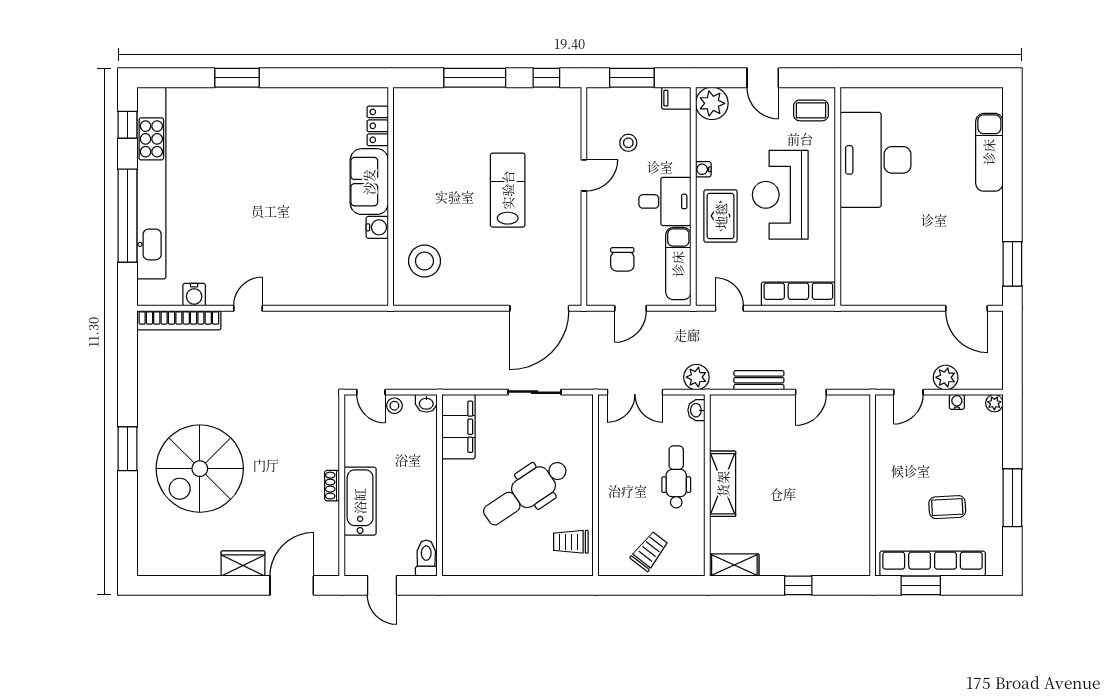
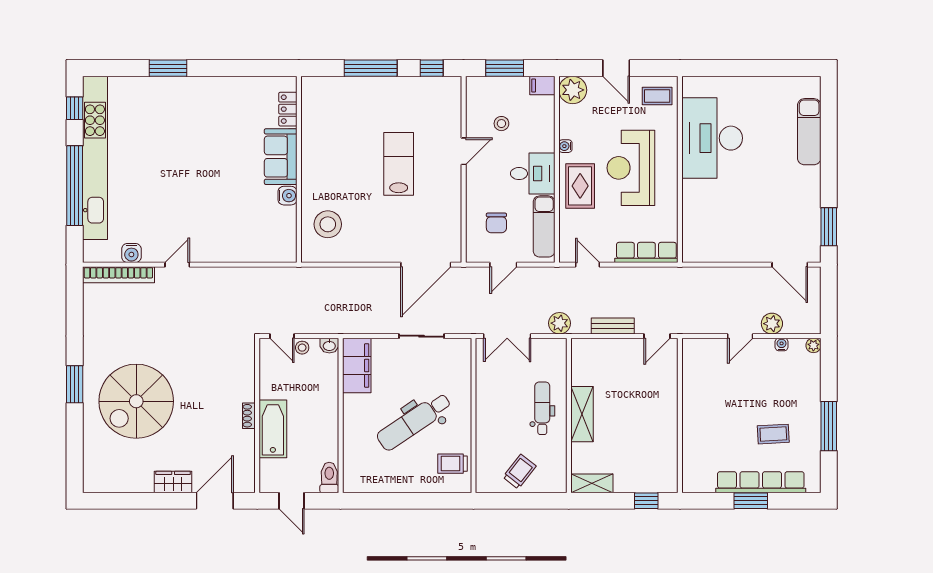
washbasin: (696, 410) -> (560, 351), removed
wall: (873, 485) -> (680, 415), moved

